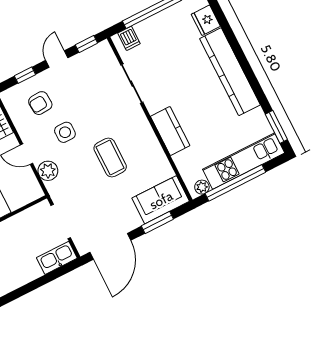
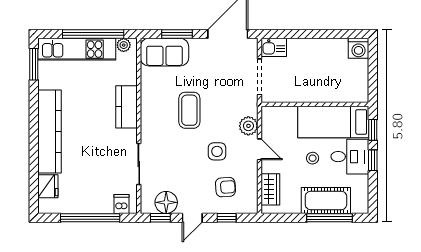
floor lamp: (88, 61) -> (166, 202), added
kitchen sink: (57, 258) -> (274, 47), width x0.73

